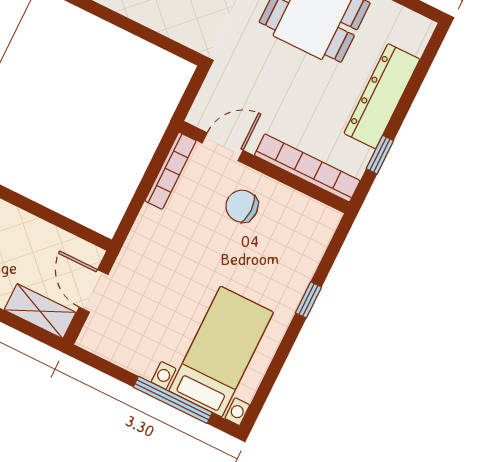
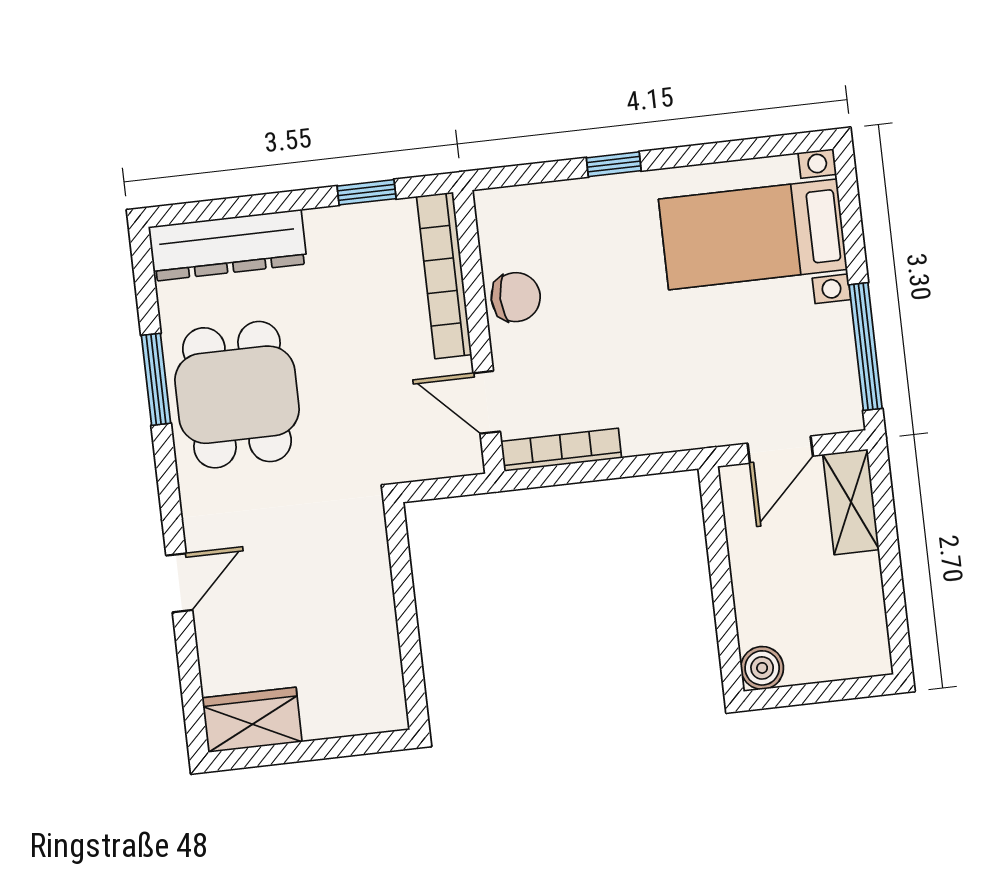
dresser: (382, 96) -> (228, 245), moved
chair: (242, 206) -> (516, 297), moved, turned -90
window: (173, 400) -> (866, 347), moved

